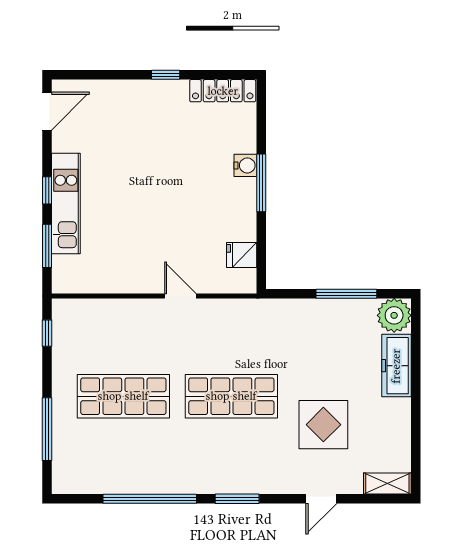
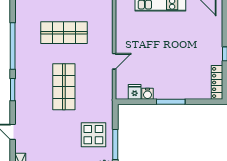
water cooler: (245, 165) -> (148, 94), moved
shop shelf: (123, 396) -> (64, 33), turned 90
display table: (323, 425) -> (93, 135), moved

